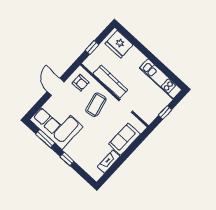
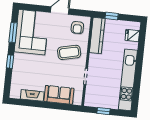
fridge: (119, 44) -> (132, 35), width x0.53, depth x0.75
kitchen unit: (161, 79) -> (128, 80), width x1.36
kitchen counter: (110, 82) -> (97, 35), moved

